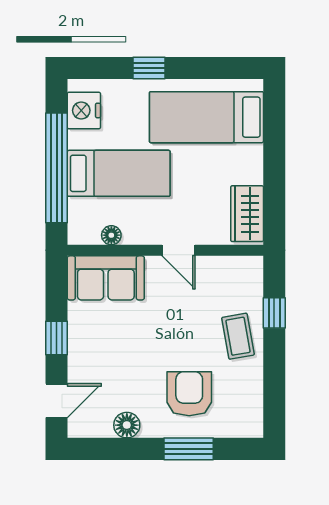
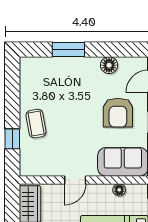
door: (178, 250) -> (75, 180), swing flipped
armchair: (189, 394) -> (118, 113), moved

